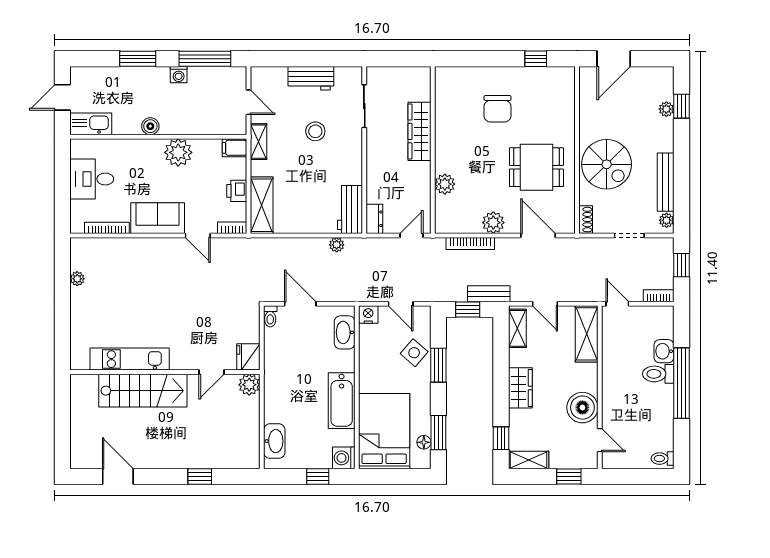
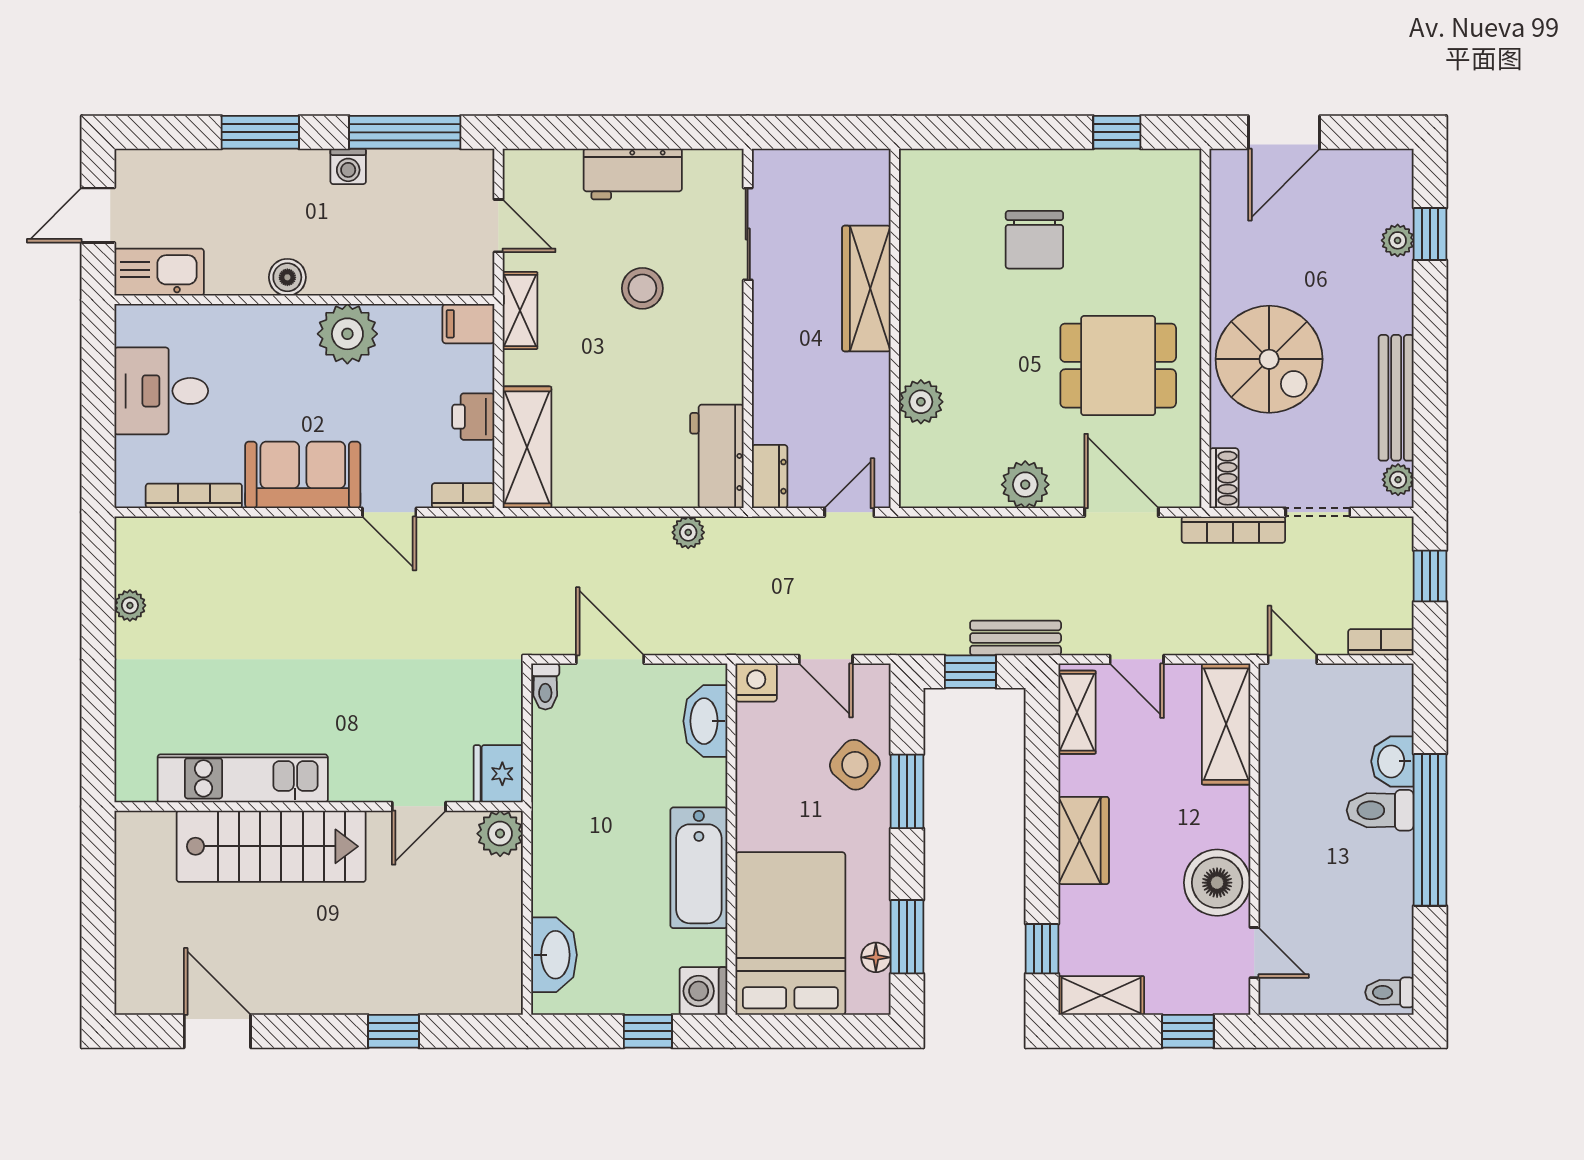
bookcase: (470, 243) -> (1233, 530), moved

